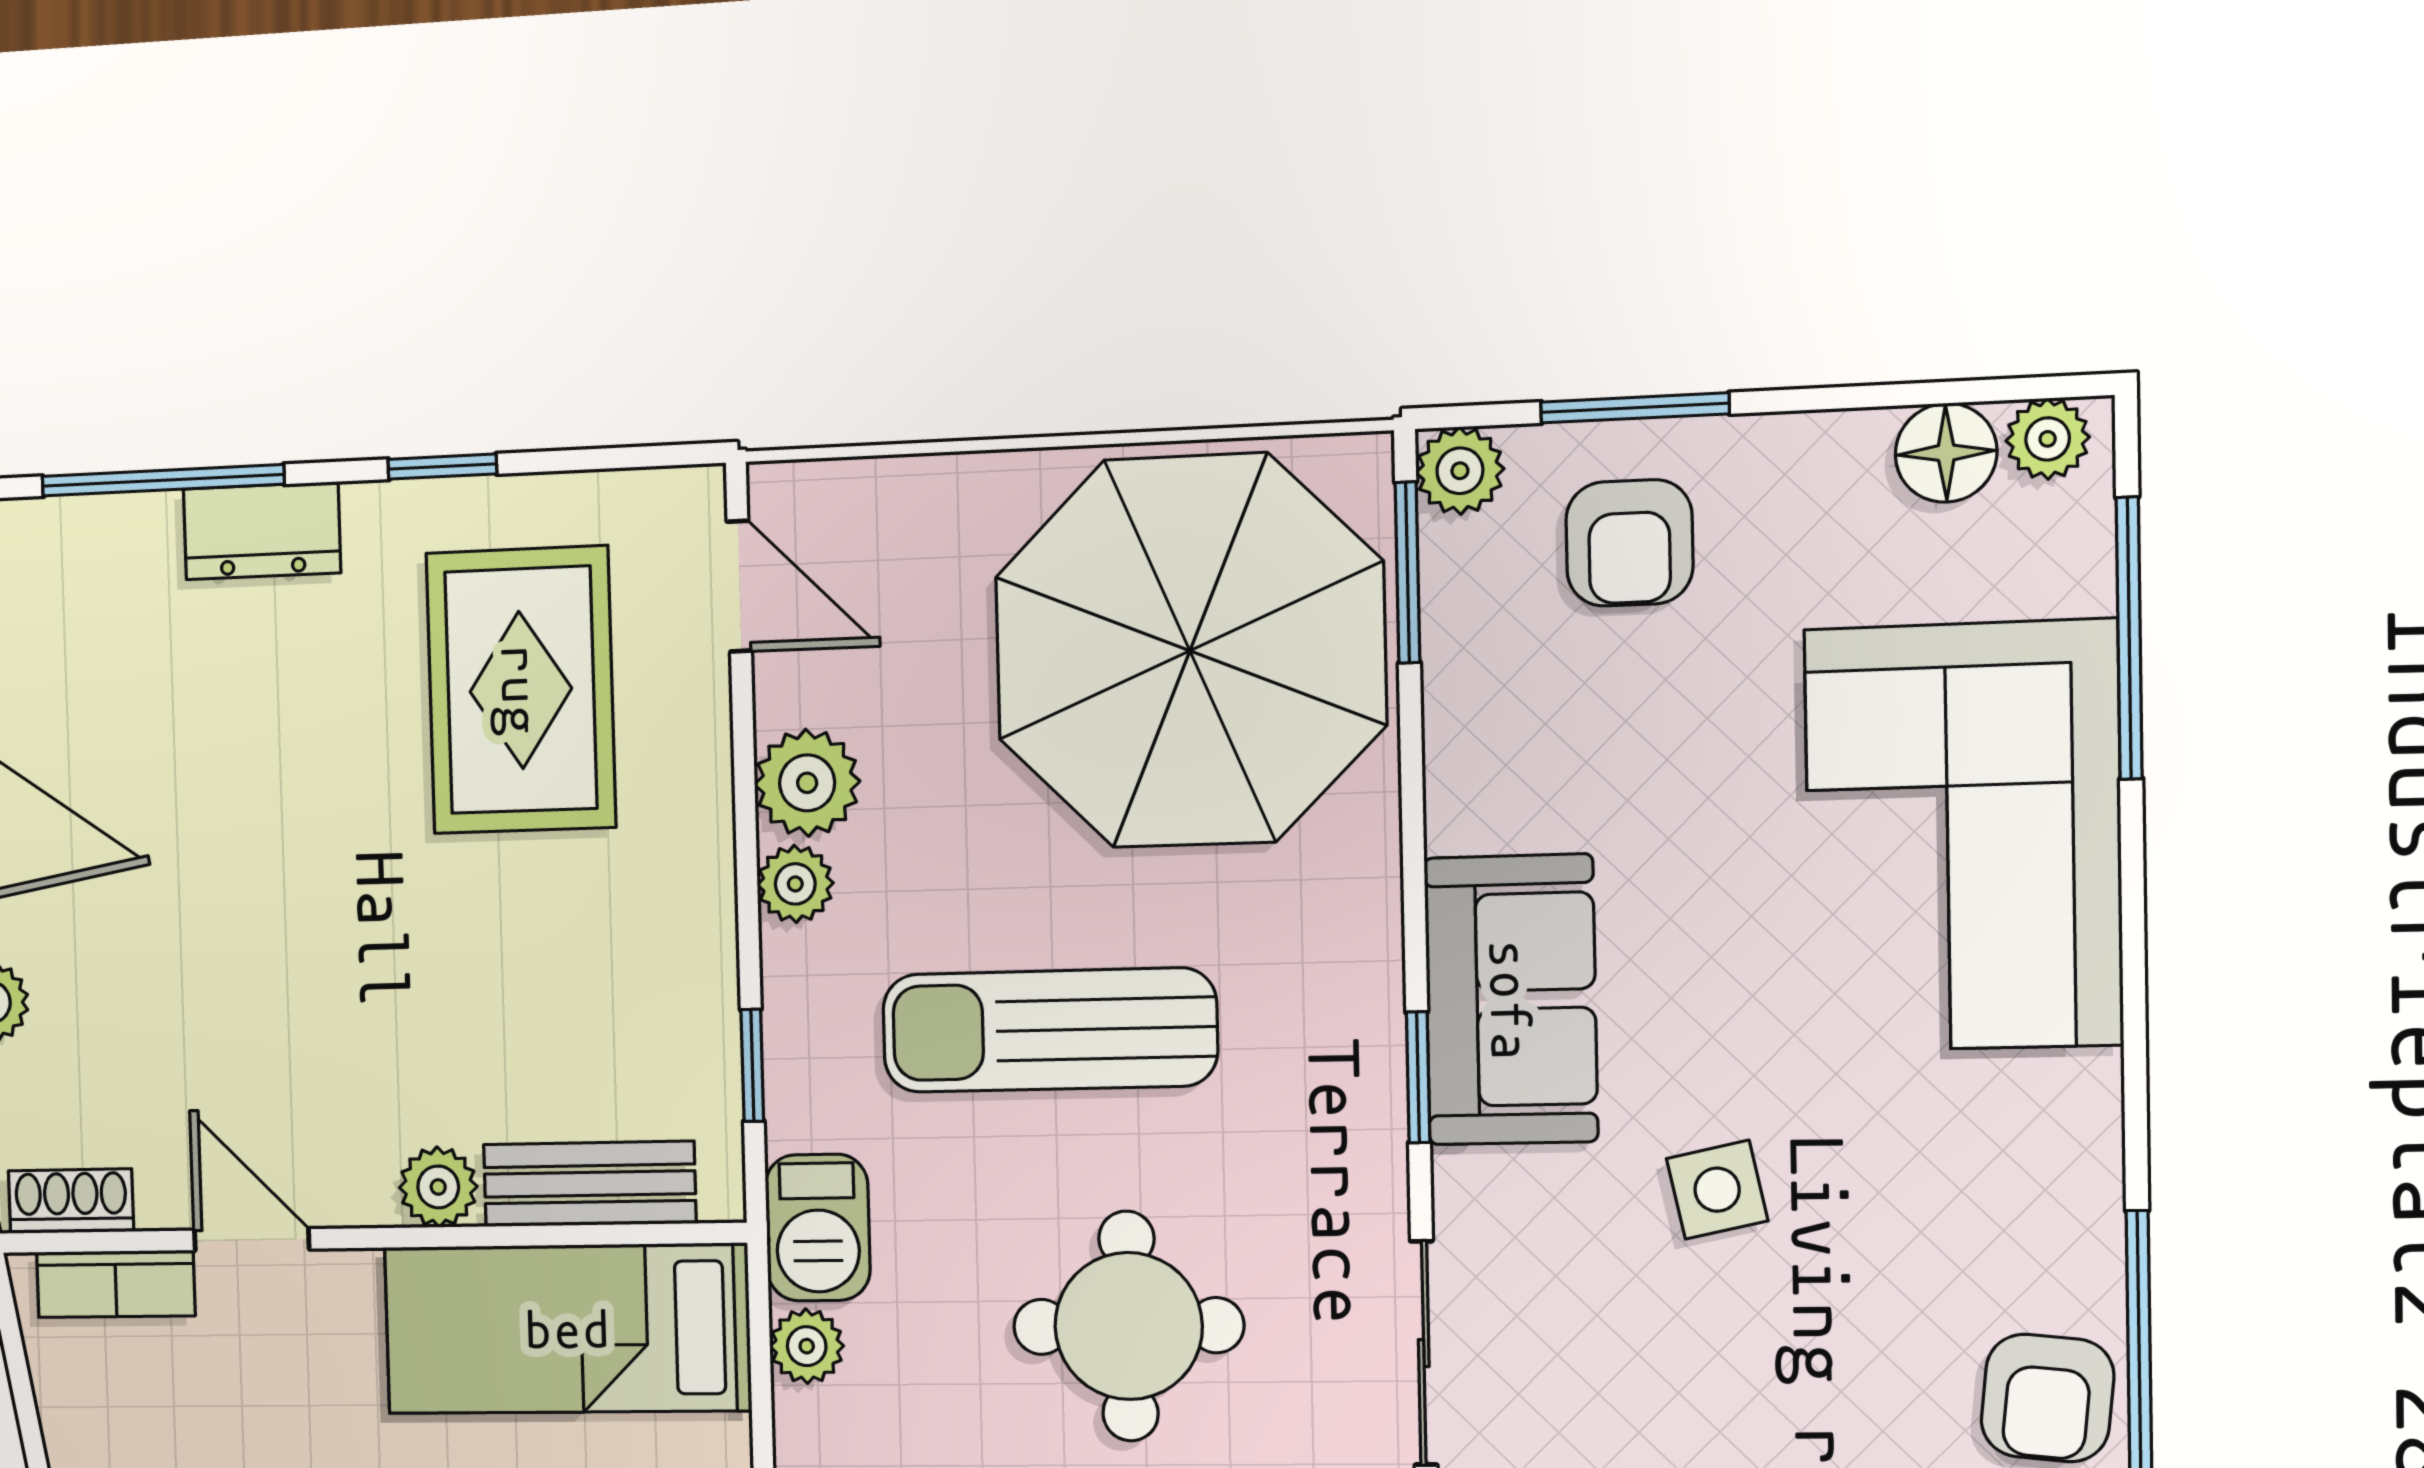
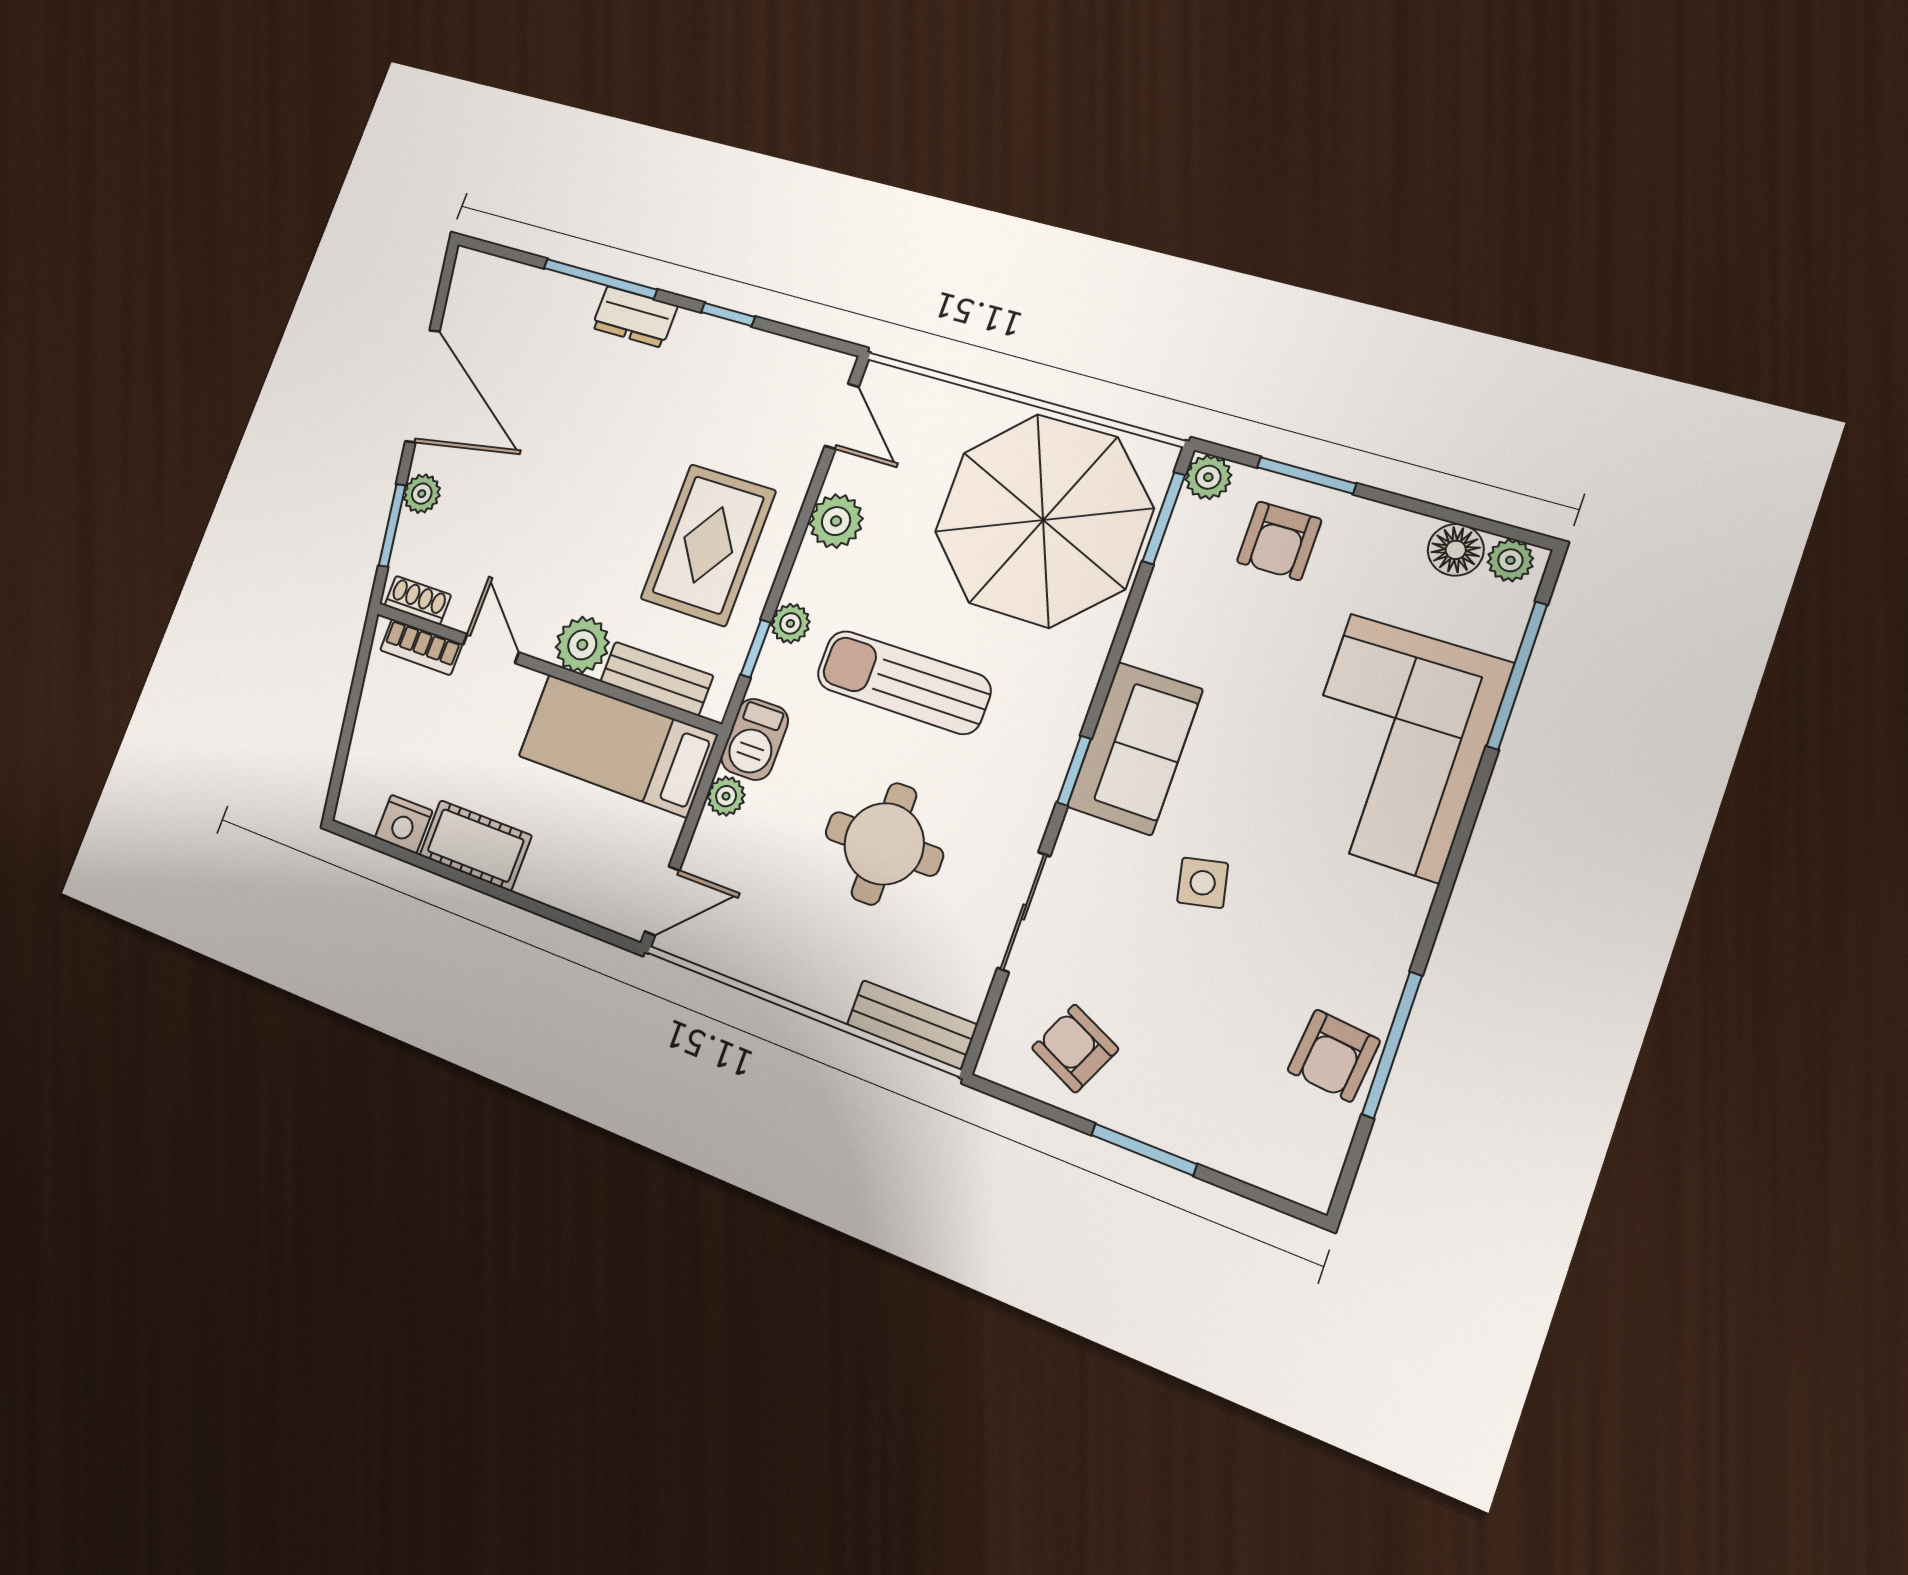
rug: (521, 690) -> (708, 545), moved
plant: (795, 884) -> (790, 623), moved
plant: (438, 1187) -> (582, 645), width x1.38, depth x1.38

